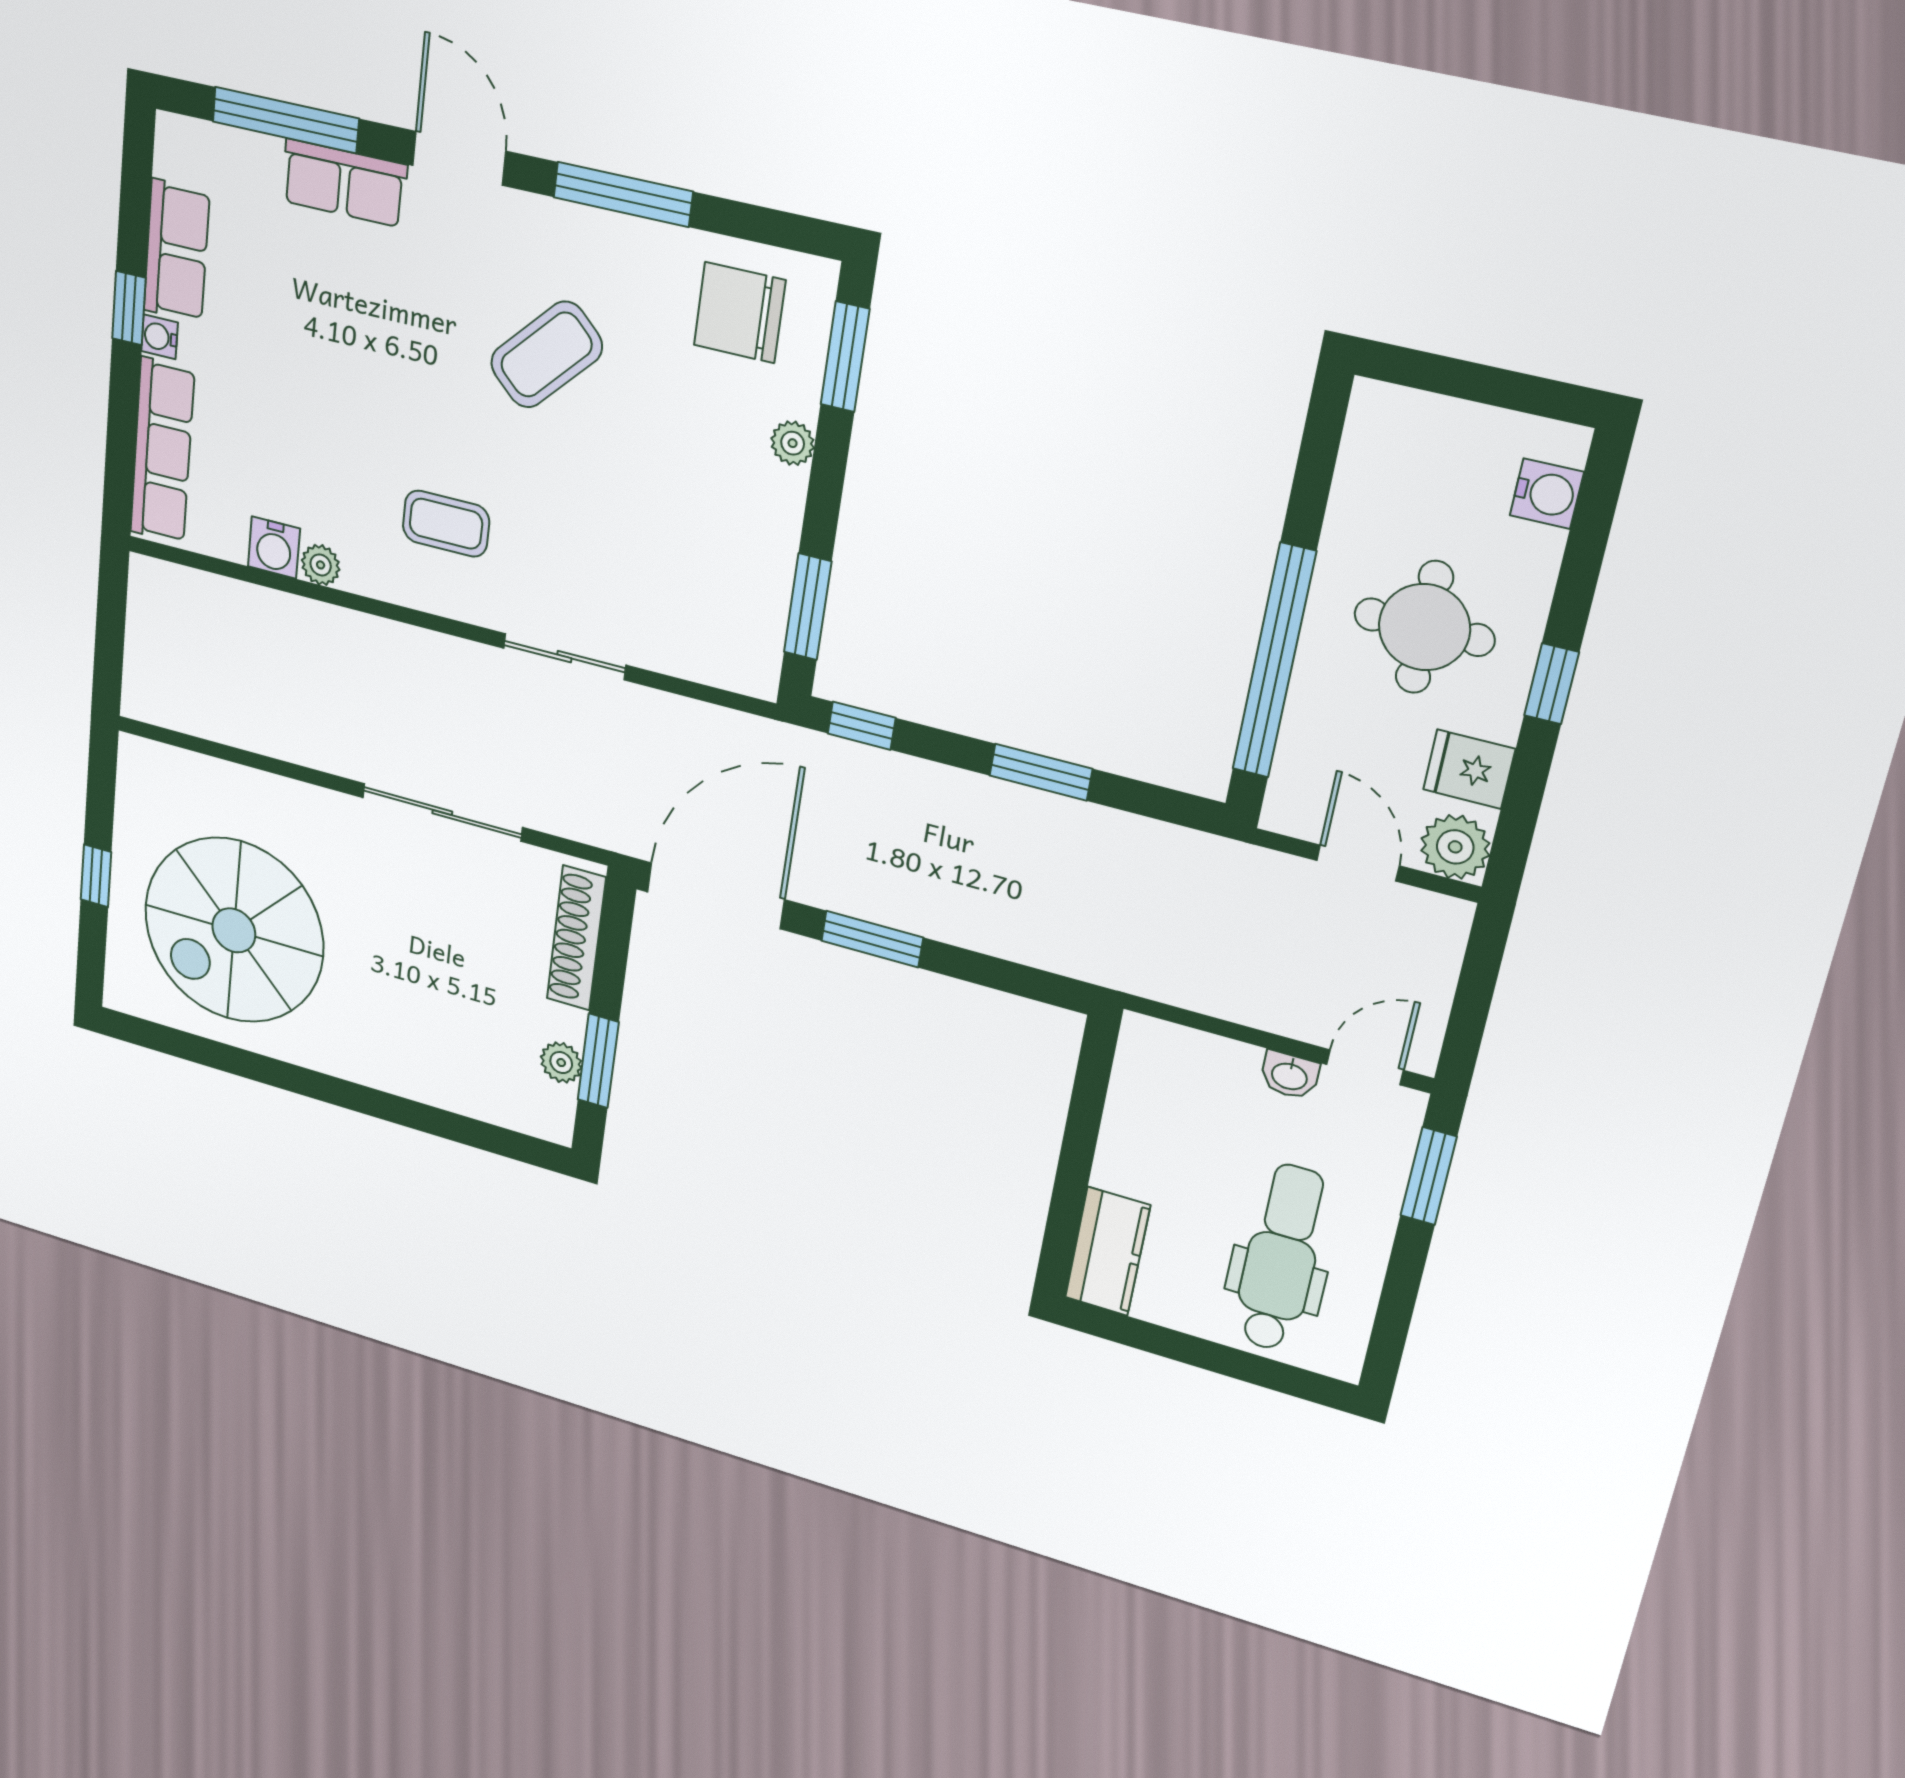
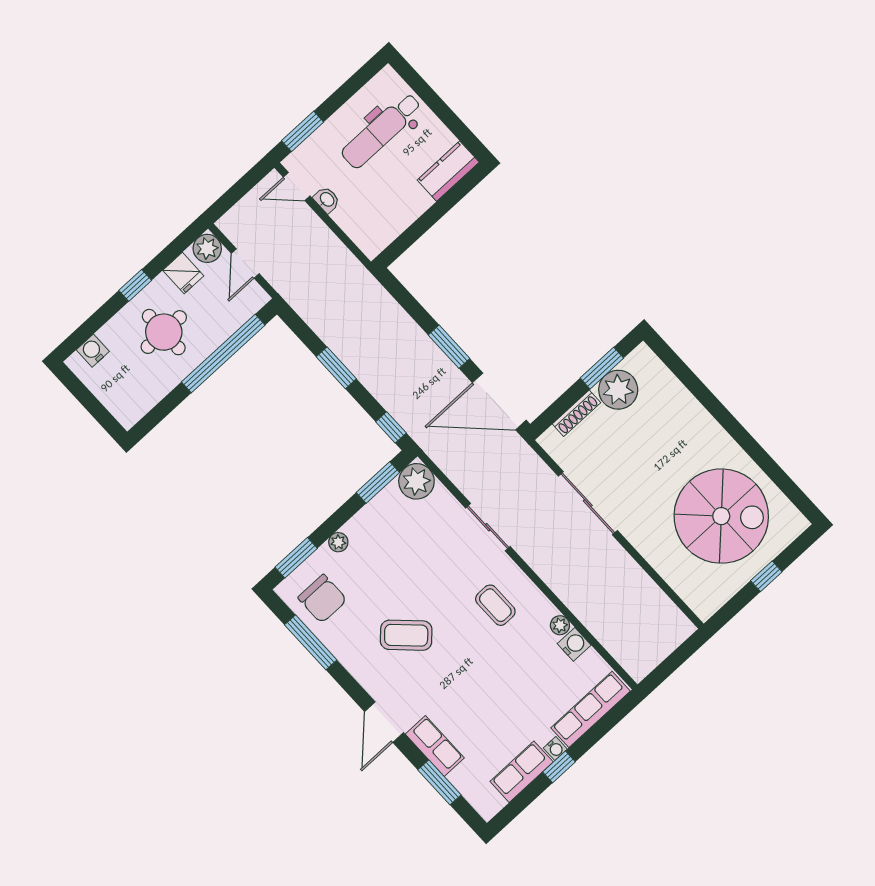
window: (285, 120) -> (439, 782), width x0.69
window: (623, 194) -> (311, 642), moved
plant: (744, 656) -> (416, 481), added
shoe rack: (576, 938) -> (576, 413), width x0.74, depth x0.81
plant: (561, 1063) -> (618, 390), width x1.87, depth x1.87

